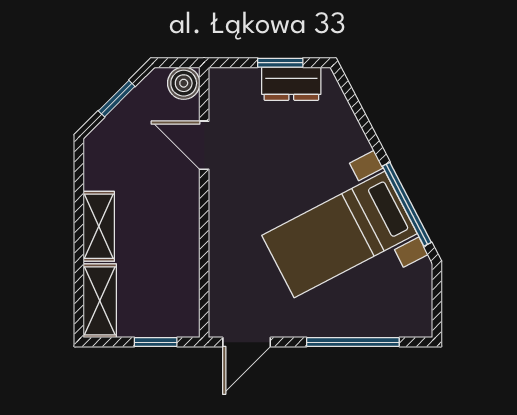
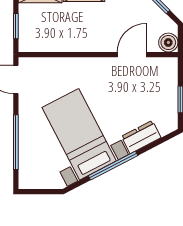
dresser: (291, 84) -> (141, 137), moved, turned 63
window: (407, 204) -> (113, 166), moved

